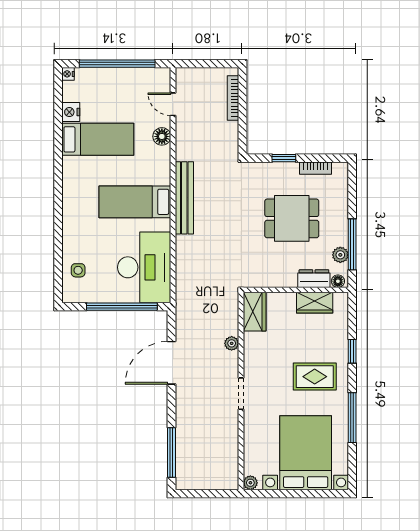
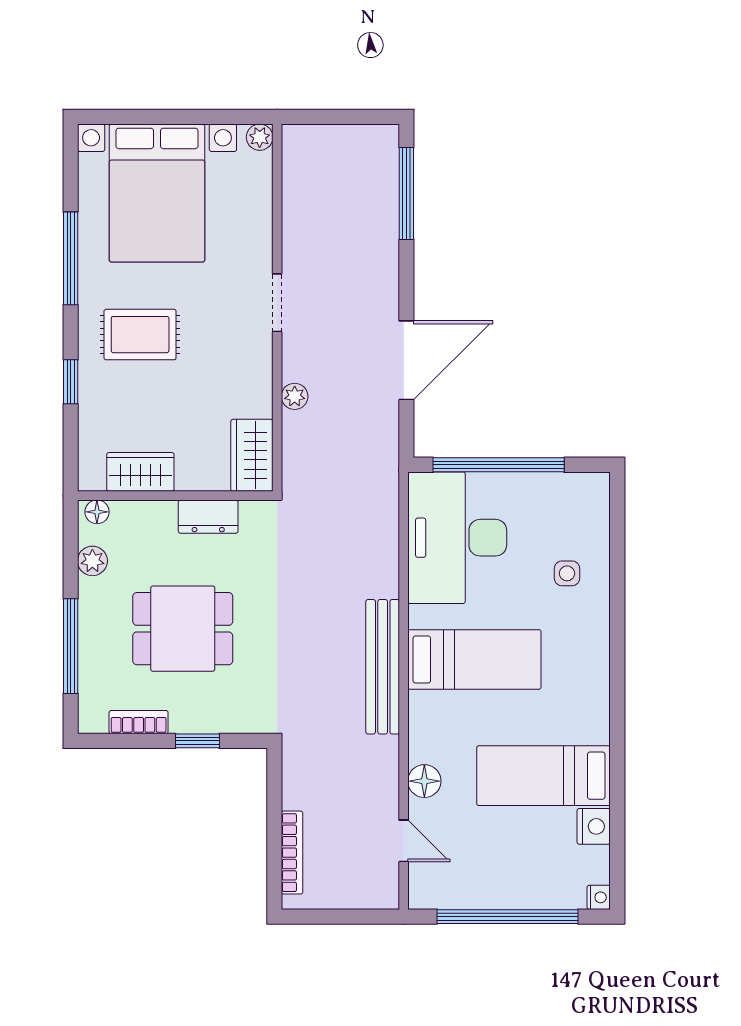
window: (352, 244) -> (71, 646), moved
side table: (78, 270) -> (567, 573), moved
dresser: (314, 279) -> (208, 517), moved

